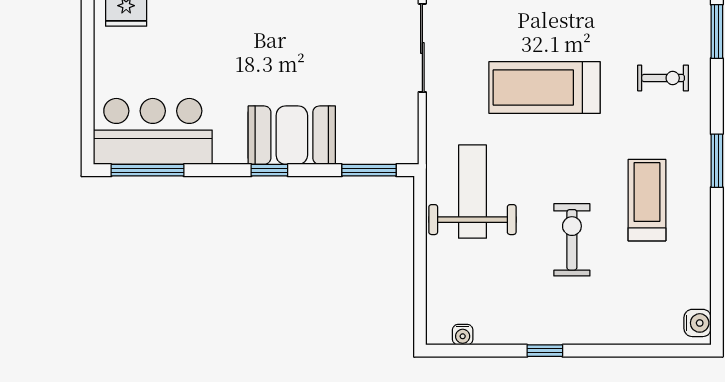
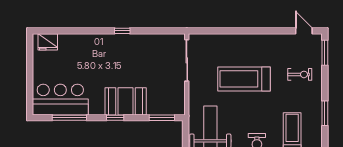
window: (148, 170) -> (69, 118), moved

